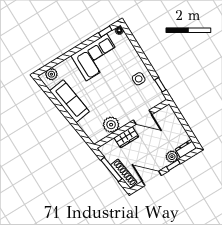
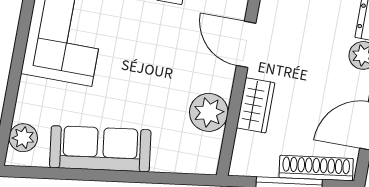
door: (143, 117) -> (246, 44), swing flipped

